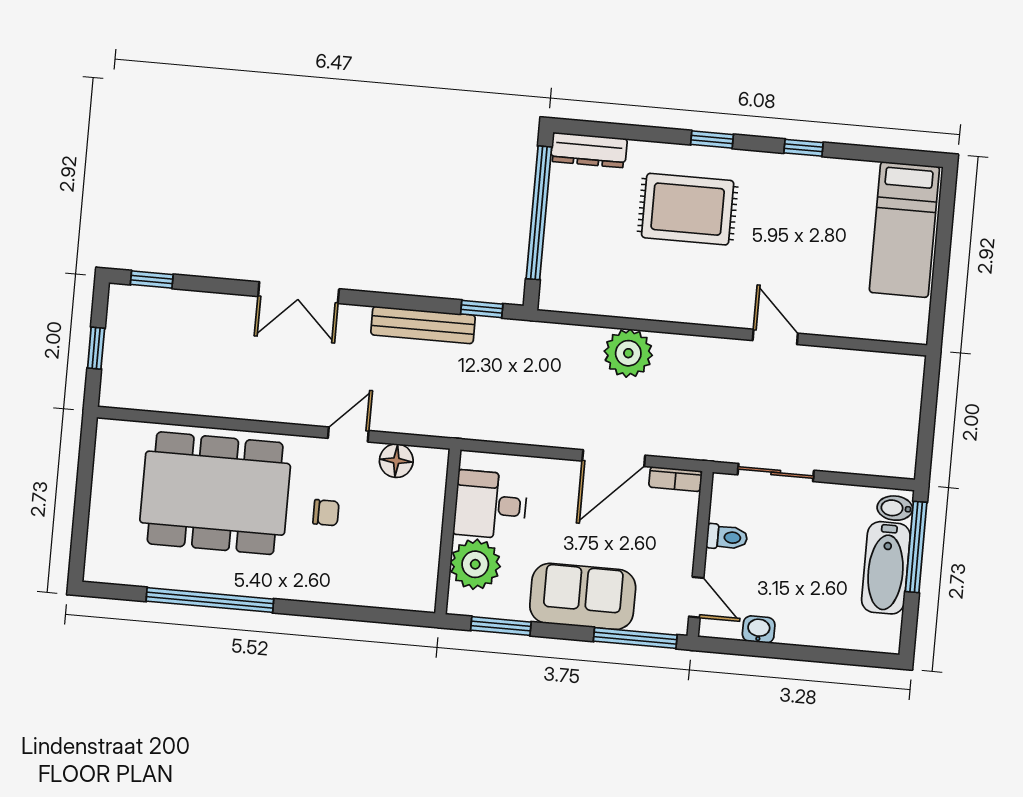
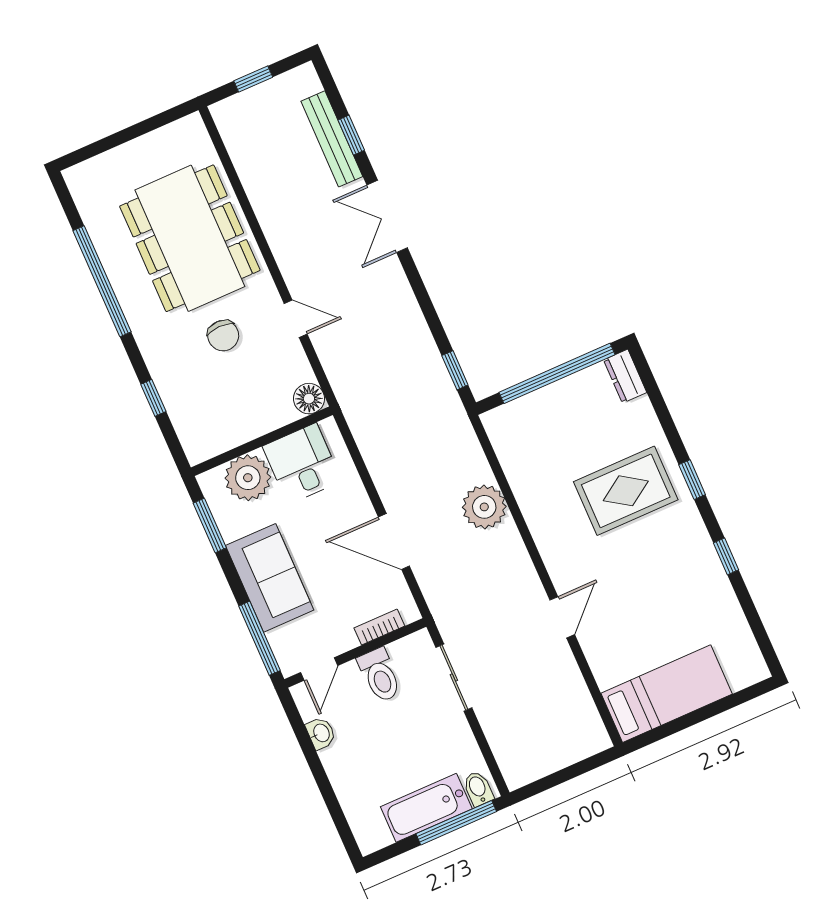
dresser: (589, 150) -> (625, 376), width x0.70
rug: (688, 209) -> (626, 491), turned 90
bed: (904, 230) -> (667, 694), moved, turned 180
window: (152, 280) -> (351, 135), moved
bench: (423, 325) -> (332, 139), moved
floor lamp: (396, 461) -> (309, 399), moved
bookcase: (675, 479) -> (379, 627), moved, turned 90
chair: (326, 513) -> (223, 336), width x1.37, depth x1.37
toilet: (727, 537) -> (380, 675), width x1.37, depth x1.39
window: (349, 613) -> (153, 398), added

